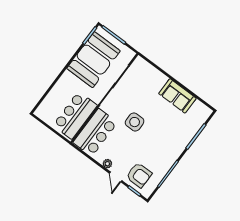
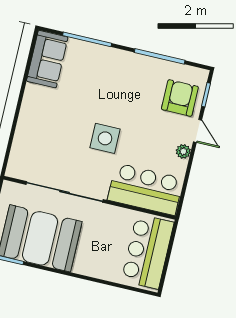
sofa: (177, 96) -> (47, 59), moved
bar counter: (75, 115) -> (148, 251), moved, turned 90
door: (116, 177) -> (198, 131), hinge flipped

